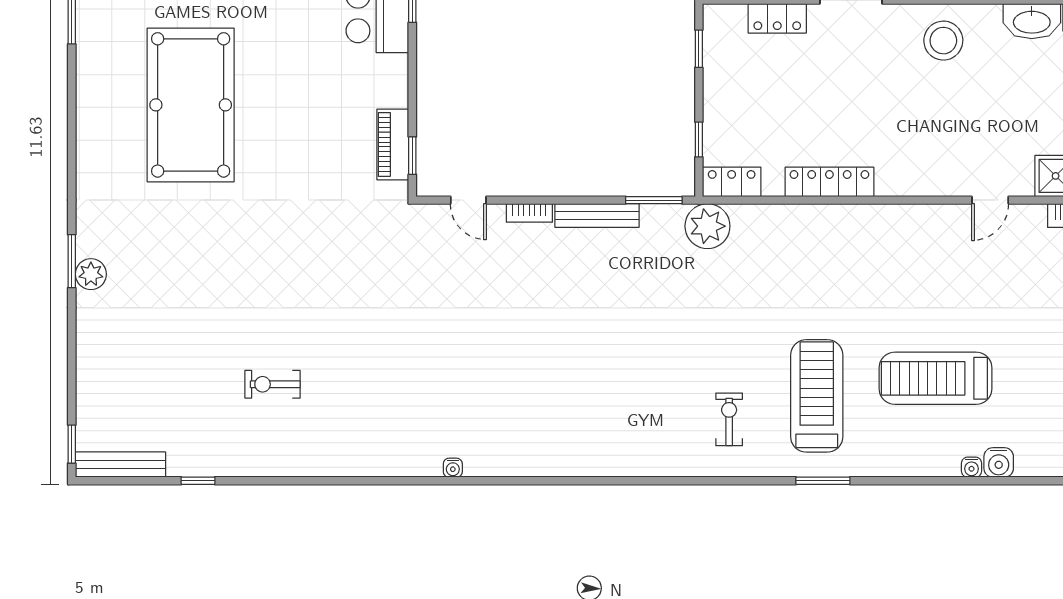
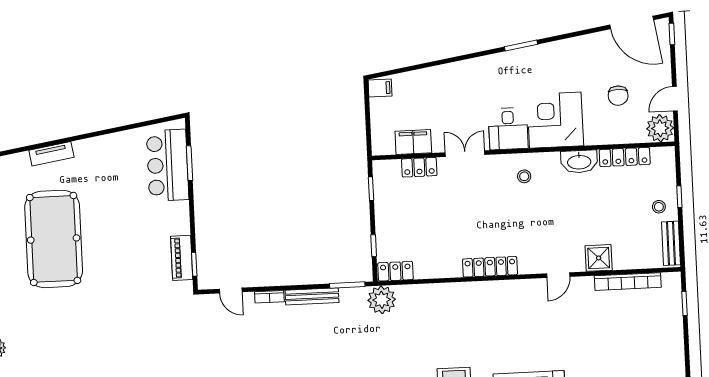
stool: (943, 41) -> (524, 176), width x0.53, depth x0.53
locker: (829, 182) -> (490, 267), moved

